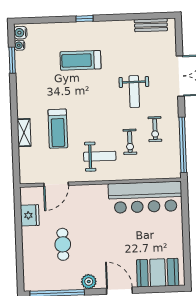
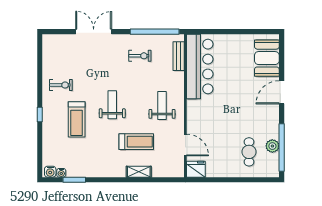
bench: (151, 25) -> (179, 56), moved
weight bench: (134, 92) -> (112, 105), moved, turned -90
exercise bike: (130, 142) -> (61, 85), moved
fridge: (30, 215) -> (196, 169), moved
cafe table: (63, 244) -> (249, 152), moved, turned 90
plant: (89, 282) -> (272, 146), moved

